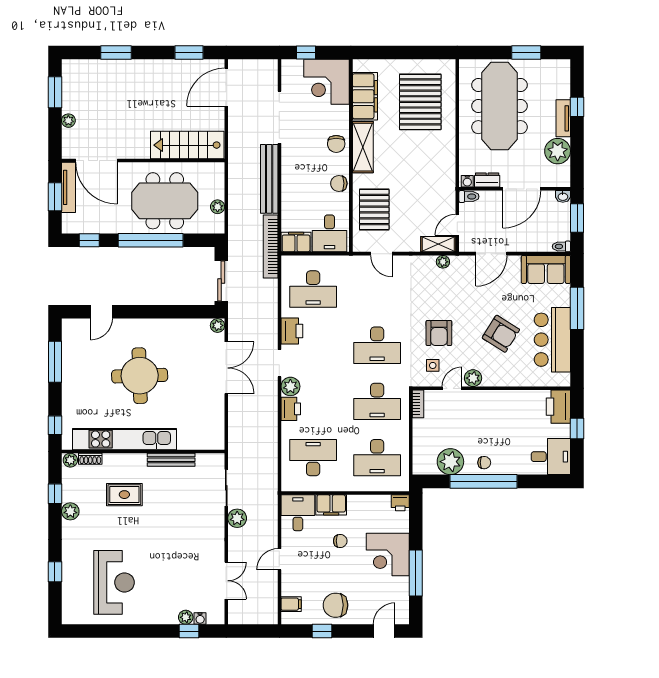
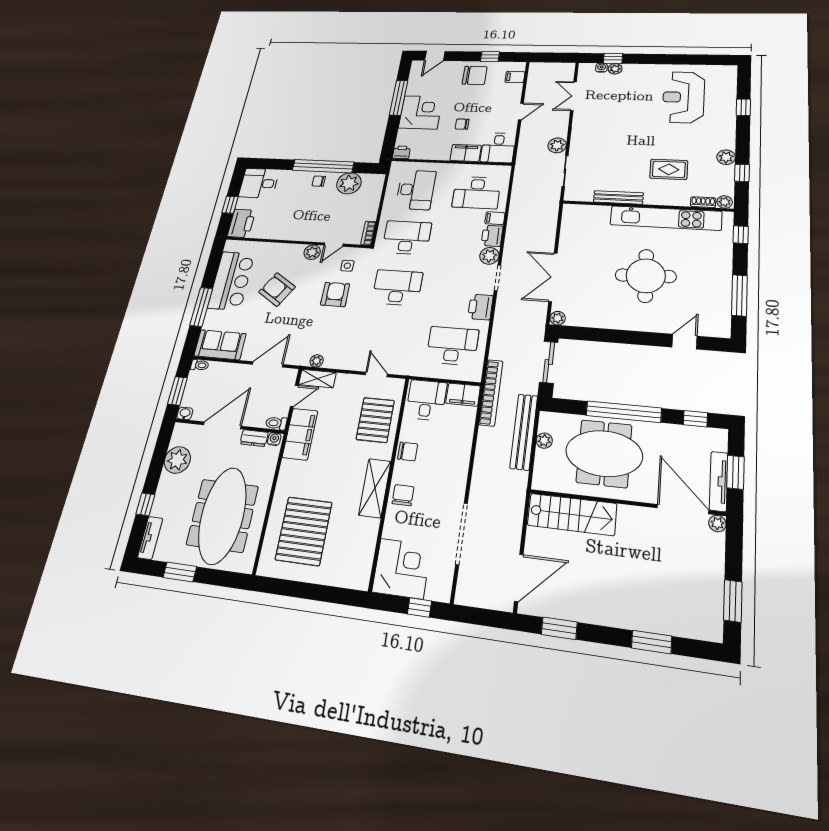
filing cabinet: (365, 96) -> (300, 434), moved, turned 180
tv unit: (563, 118) -> (150, 538), moved
plant: (68, 121) -> (717, 523), moved
bench: (269, 179) -> (524, 432), moved
filing cabinet: (290, 429) -> (495, 218), added
desk: (377, 458) -> (416, 190), turned 90

